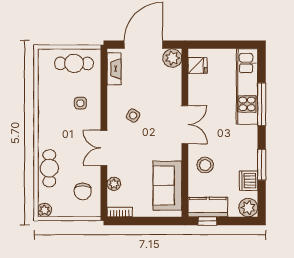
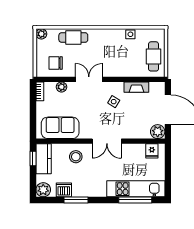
fireplace: (114, 69) -> (136, 87), moved
side table: (80, 103) -> (130, 34), moved
window: (262, 104) -> (135, 200), moved

